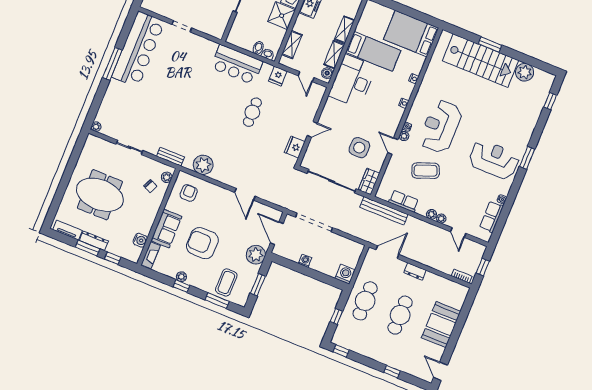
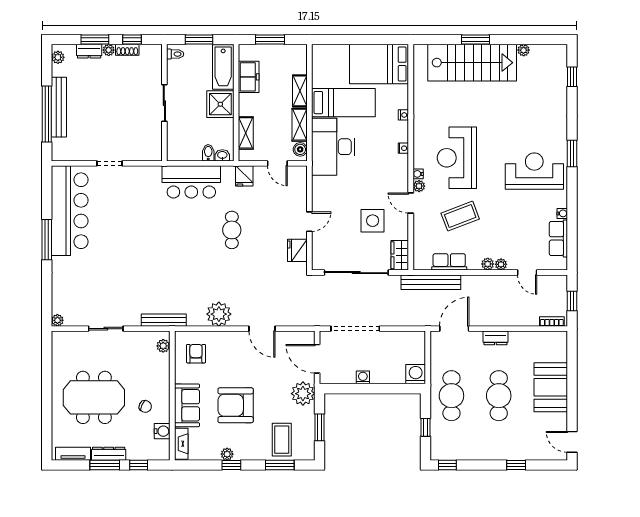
plant: (525, 72) -> (524, 50), width x0.53, depth x0.53
bench: (170, 157) -> (164, 320), width x1.36
plant: (203, 165) -> (219, 314), moved
chair: (150, 186) -> (145, 406), moved

